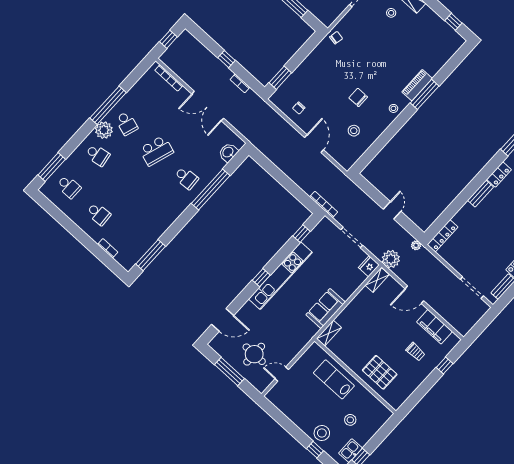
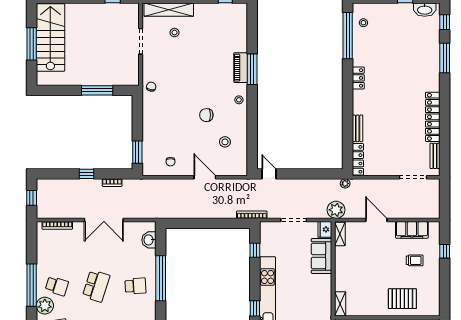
bench: (480, 194) -> (358, 128), moved
door: (392, 210) -> (269, 174), moved
door: (414, 295) -> (376, 220), swing flipped
sofa: (326, 309) -> (322, 256), moved

